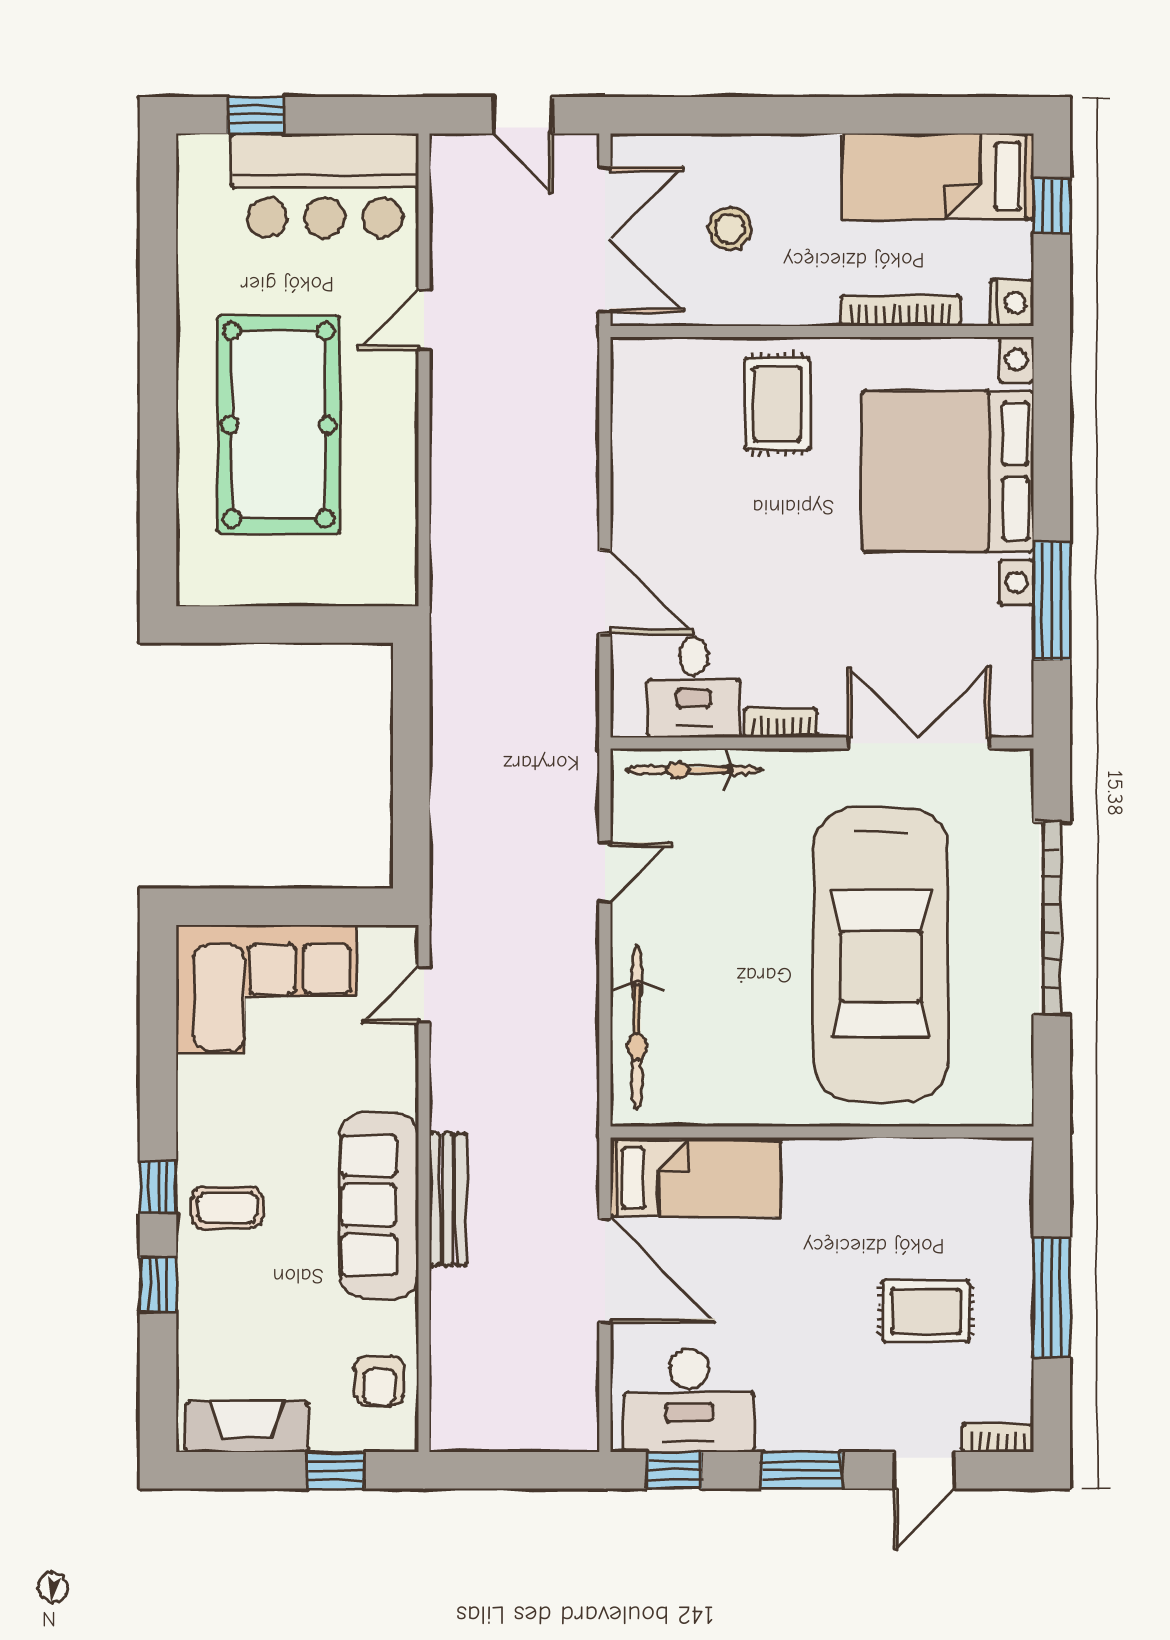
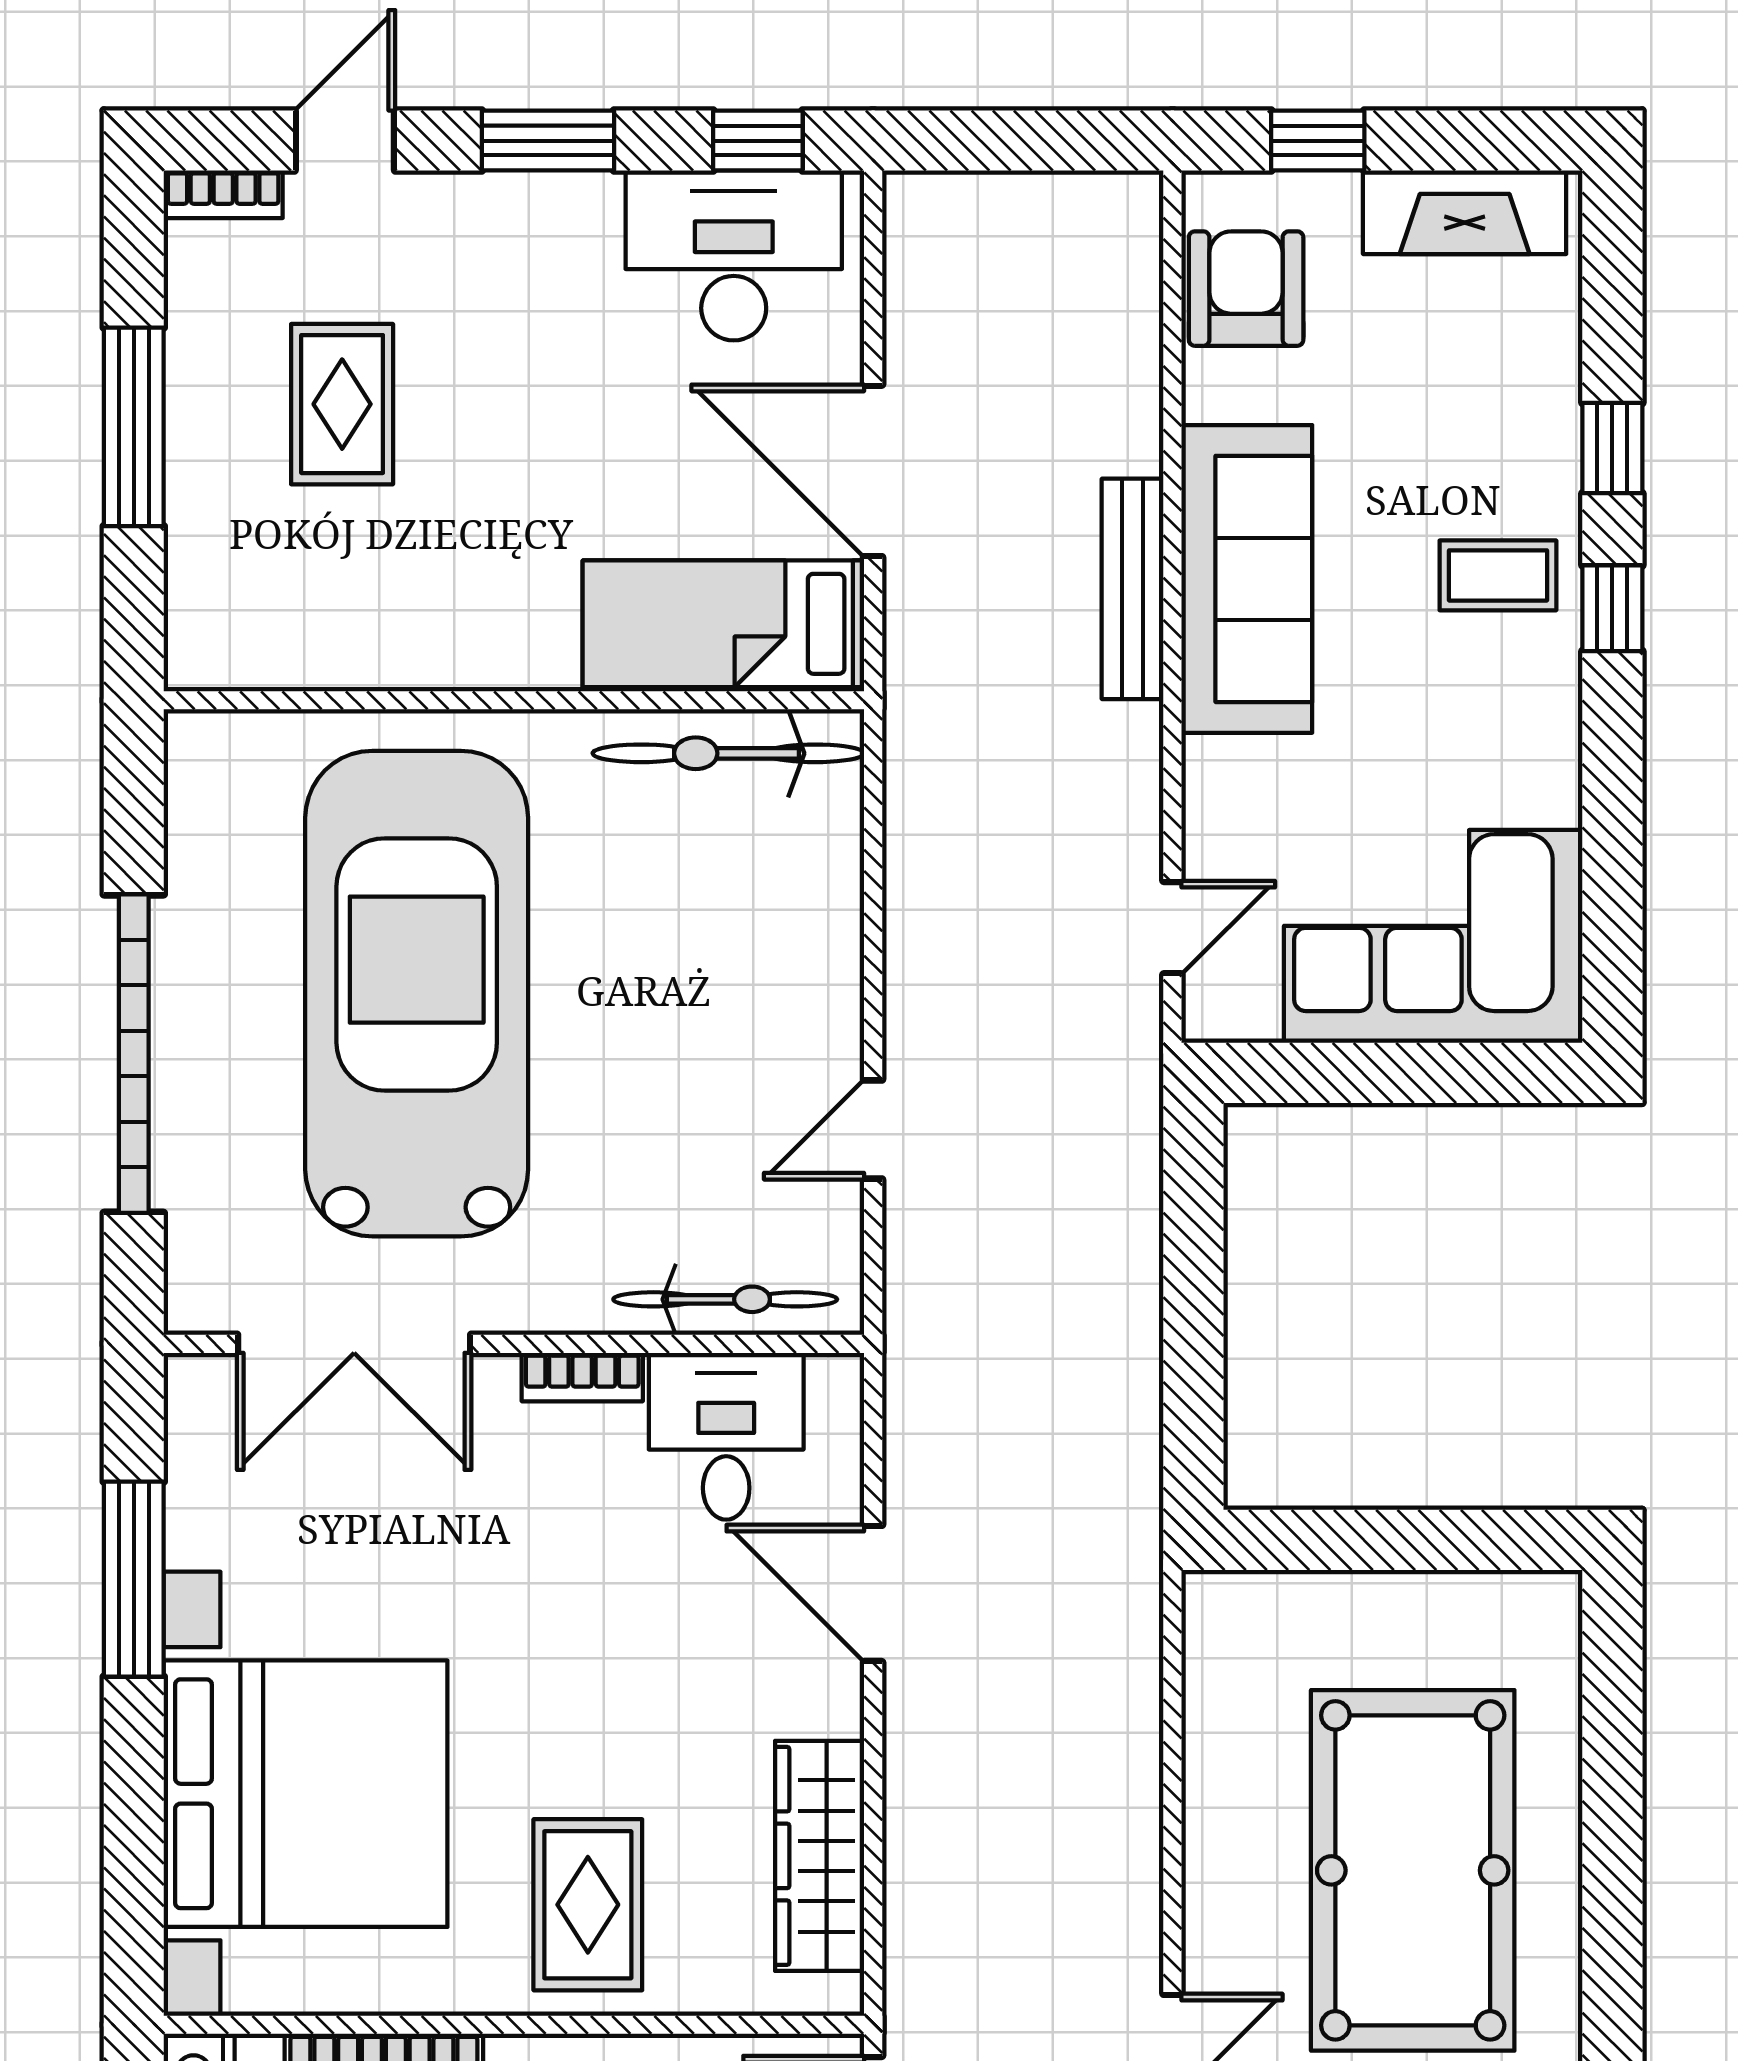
wardrobe: (637, 434) -> (820, 1856), added
bicycle: (637, 1027) -> (728, 753), moved, turned -90
rug: (926, 1311) -> (342, 404), turned 90
armchair: (379, 1381) -> (1246, 289), width x1.38, depth x1.38

